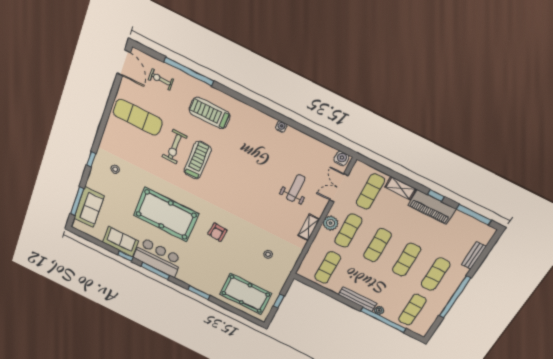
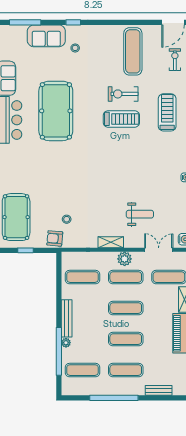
sofa: (89, 207) -> (46, 36), moved
armchair: (217, 232) -> (55, 238), moved

